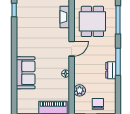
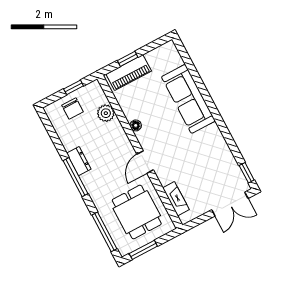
sofa: (26, 73) -> (188, 99), width x1.36

